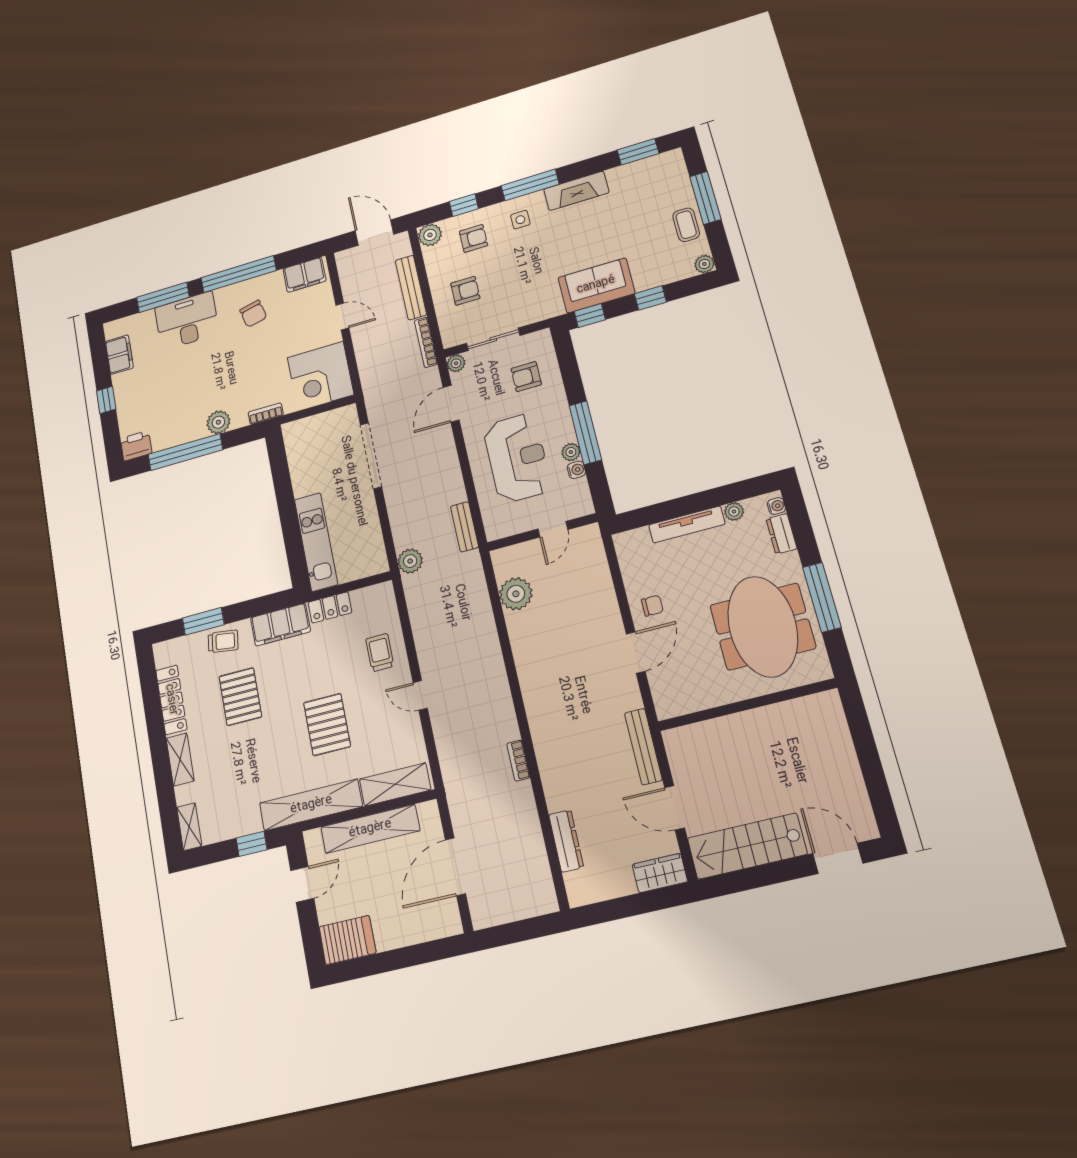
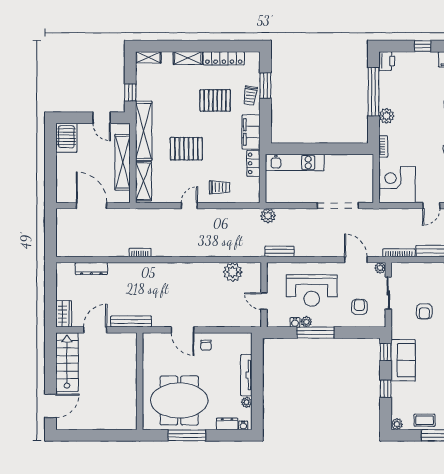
armchair: (465, 291) -> (424, 311), moved

